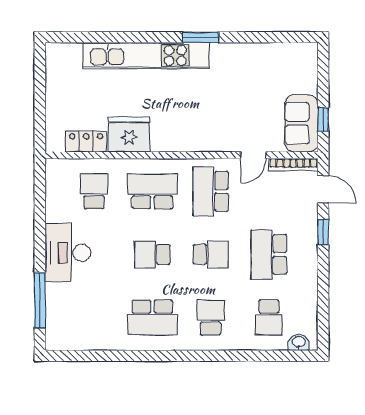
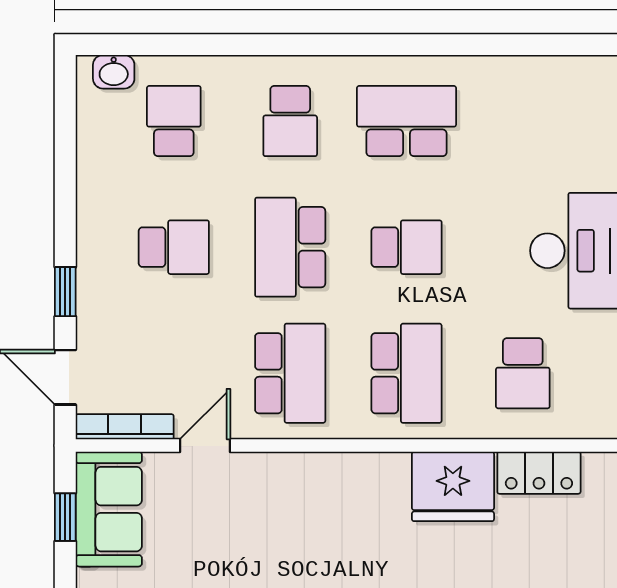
school desk: (152, 191) -> (406, 373), turned -90
school desk: (211, 254) -> (290, 247), width x1.85
school desk: (269, 254) -> (174, 247), width x0.54

